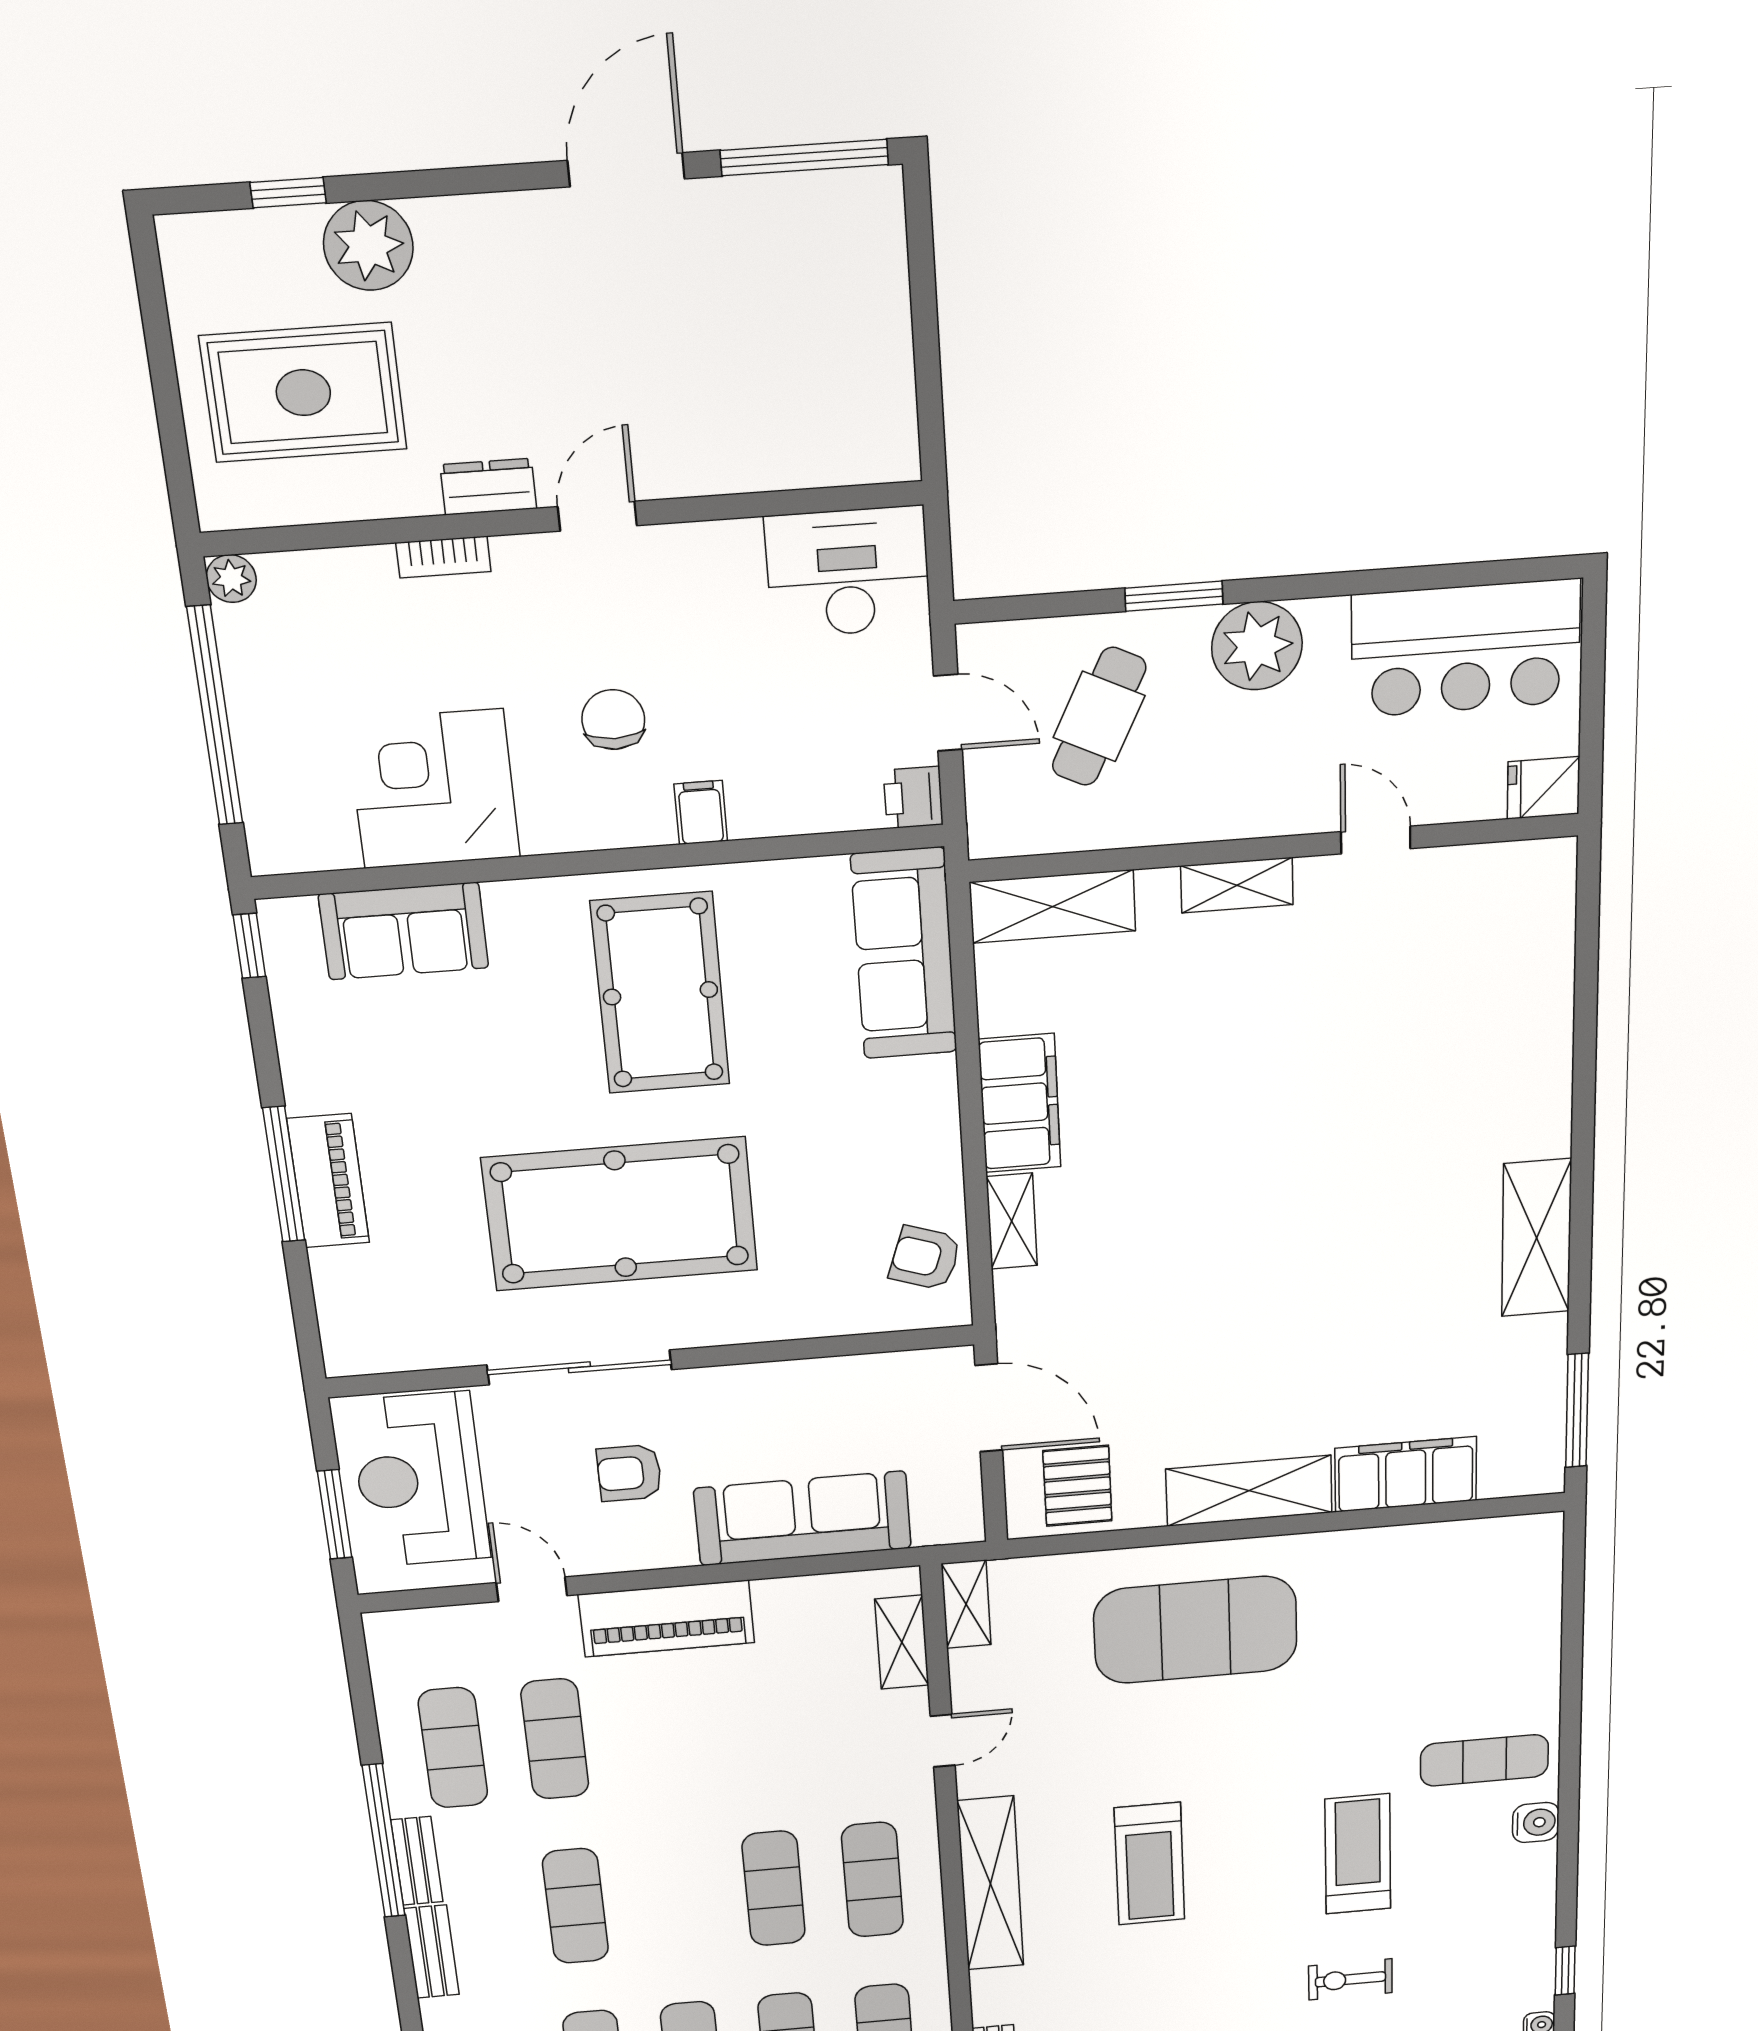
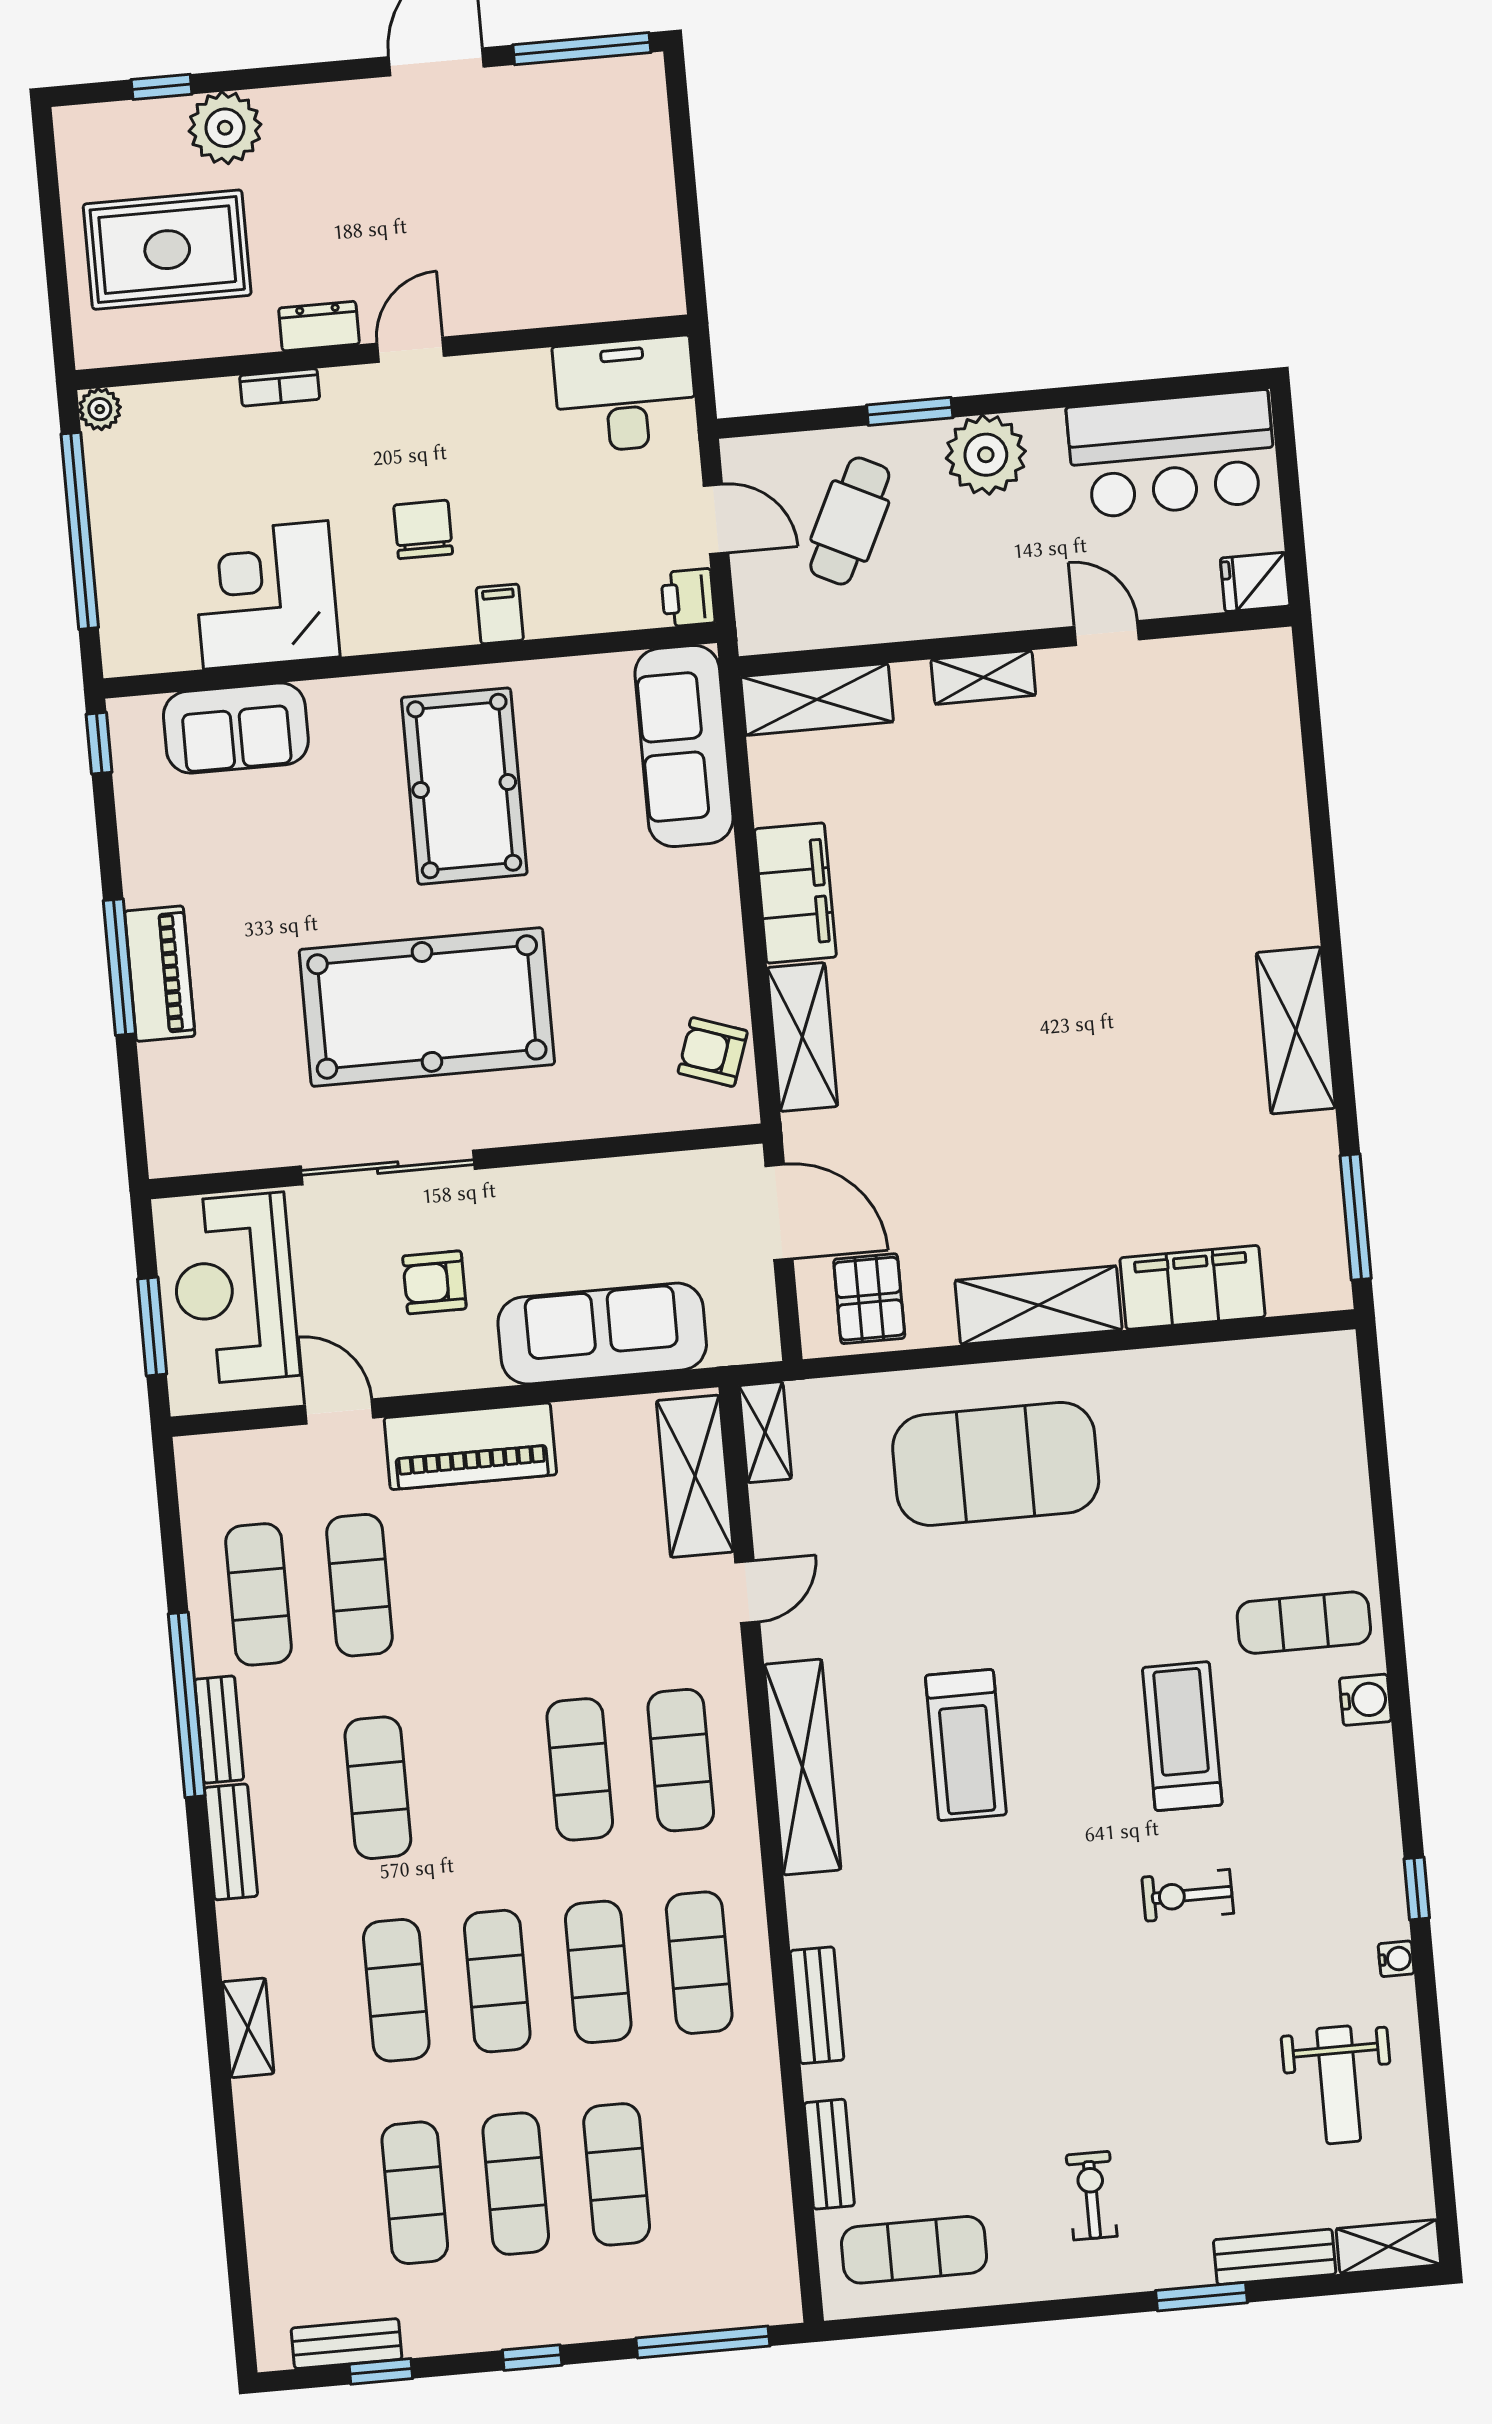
shelving: (1012, 1221) -> (802, 1037), width x1.50, depth x1.33
shelving: (902, 1642) -> (695, 1476), width x1.50, depth x1.33

